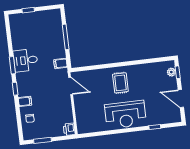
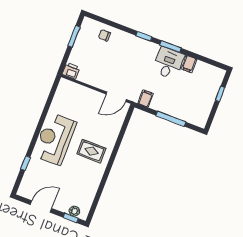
filing cabinet: (25, 101) -> (189, 64), moved

